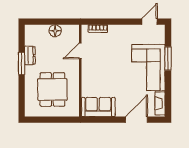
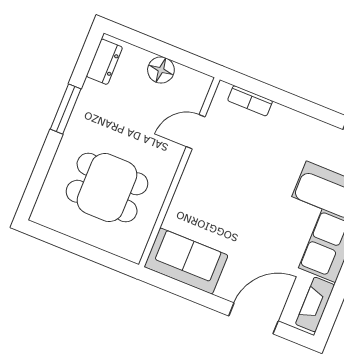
dresser: (30, 55) -> (104, 62), moved
dining table: (52, 89) -> (107, 188), turned 90

